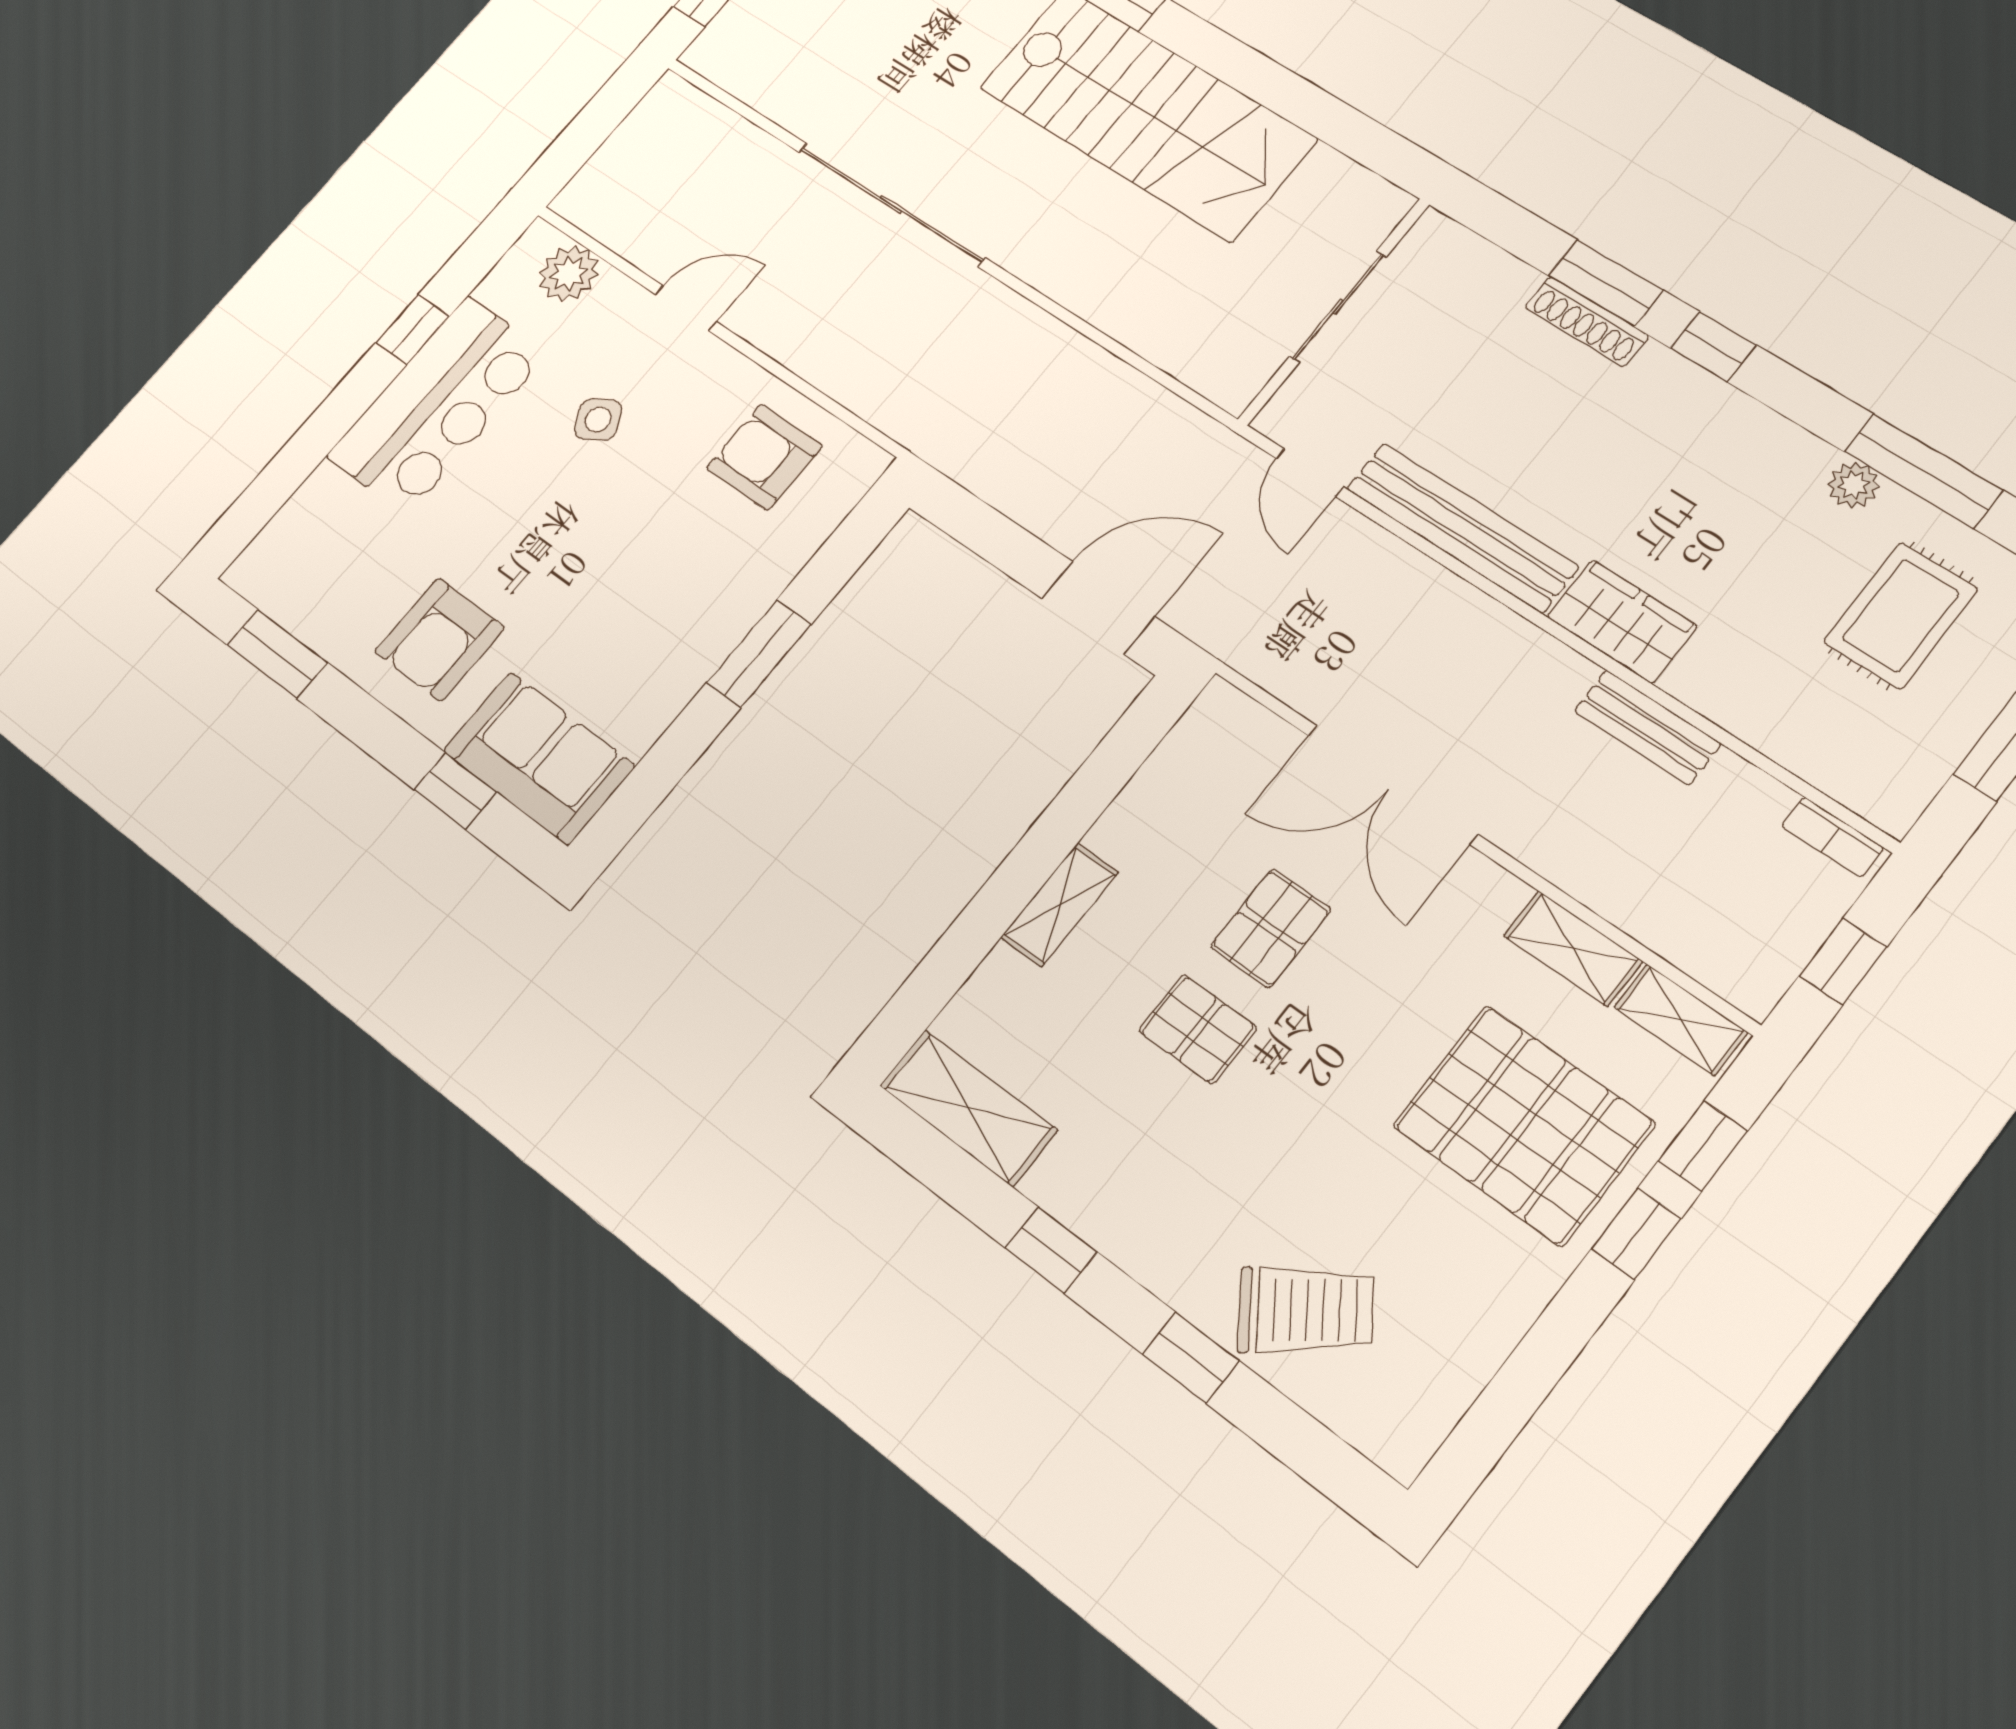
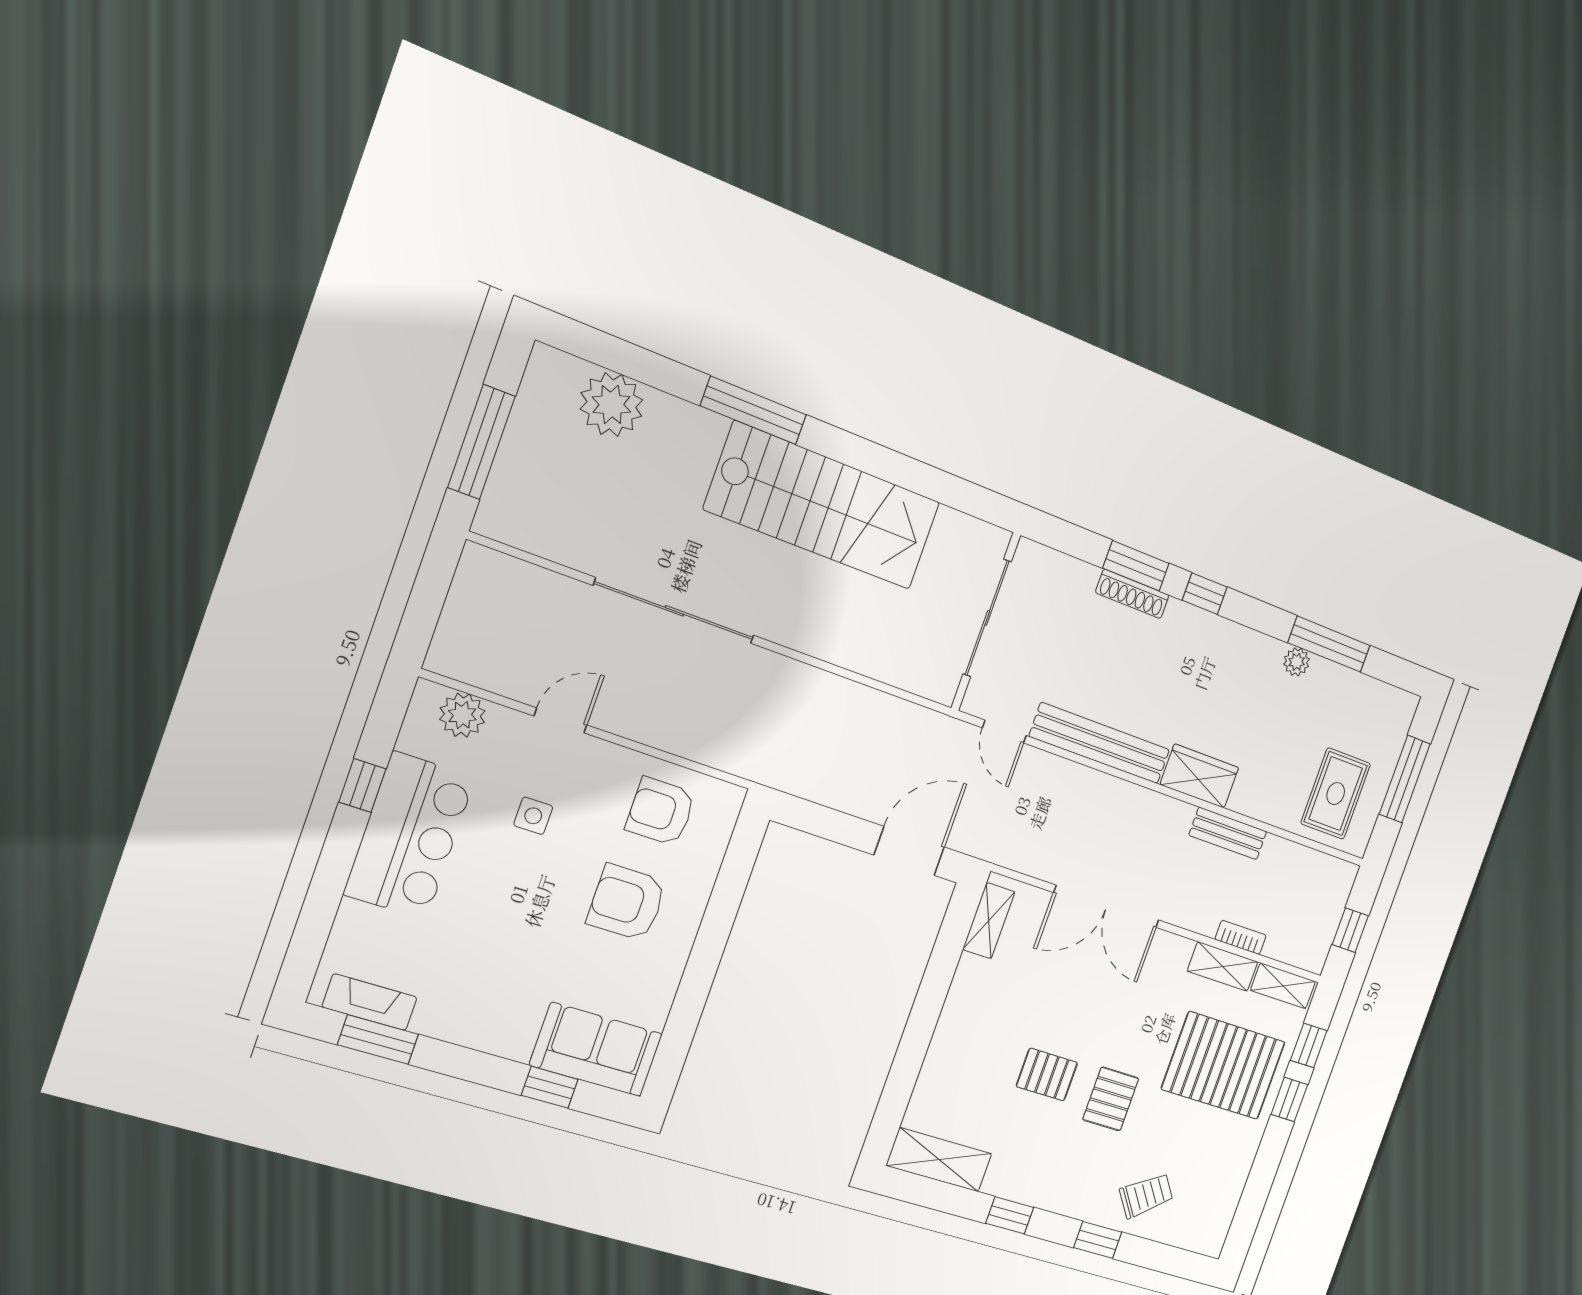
sliding door: (1338, 307) -> (987, 618), width x1.37
side table: (598, 420) -> (533, 816), turned 30
fireplace: (291, 602) -> (370, 1002), added
rug: (1901, 616) -> (1336, 794), moved
armchair: (440, 640) -> (627, 903), moved, turned 90
window: (759, 654) -> (711, 941), removed
bookcase: (1832, 837) -> (1241, 937), moved, turned 180
shelving: (1059, 905) -> (989, 921), moved
pallet: (1271, 928) -> (1111, 1099), moved
trolley: (1306, 1310) -> (1146, 1195), width x0.73, depth x0.72

